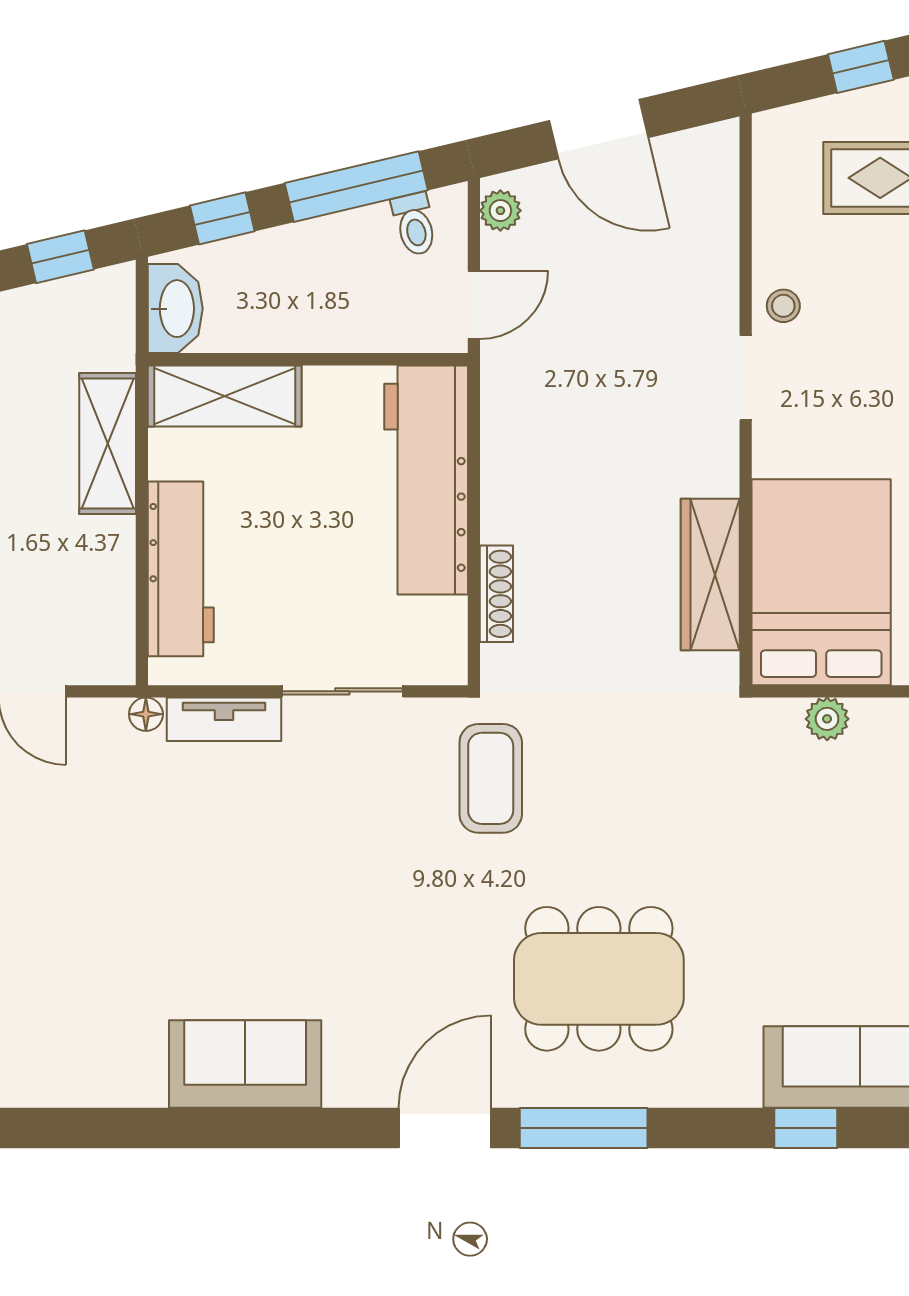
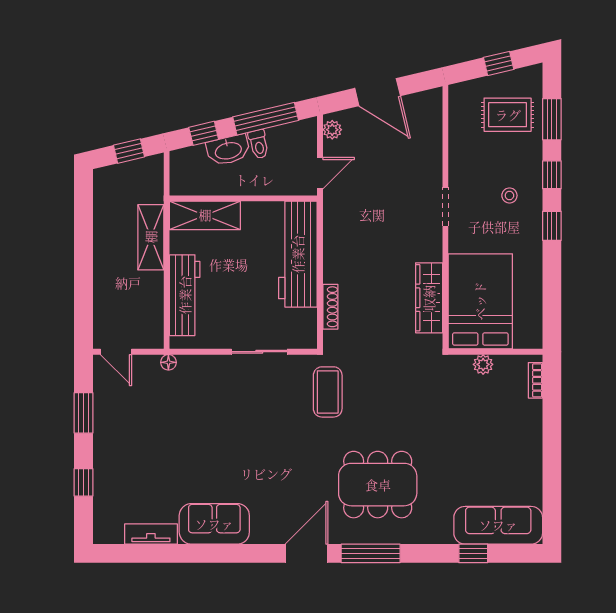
toilet: (414, 224) -> (259, 144), moved
stool: (783, 306) -> (509, 195), moved
washbasin: (175, 309) -> (228, 150), moved, turned 77
tv unit: (224, 719) -> (151, 534), moved, turned 180

